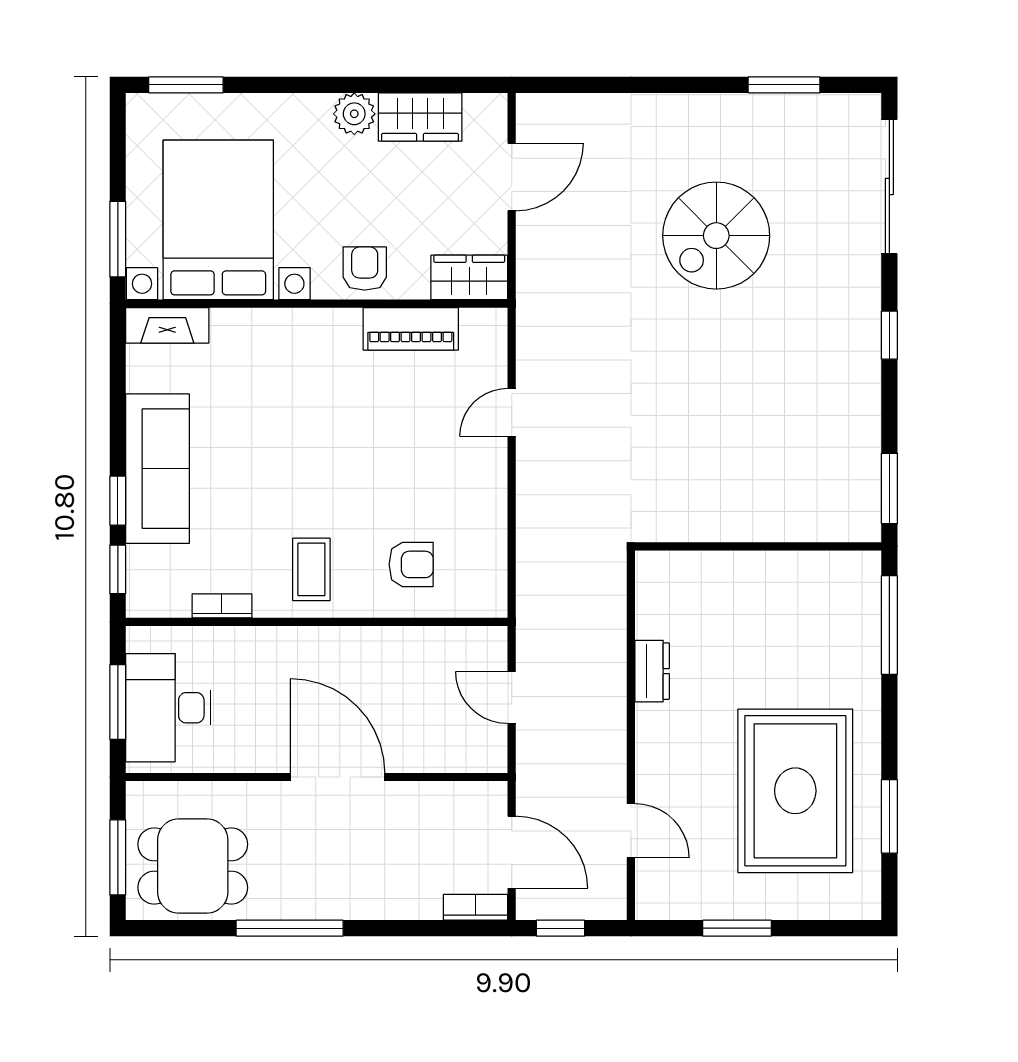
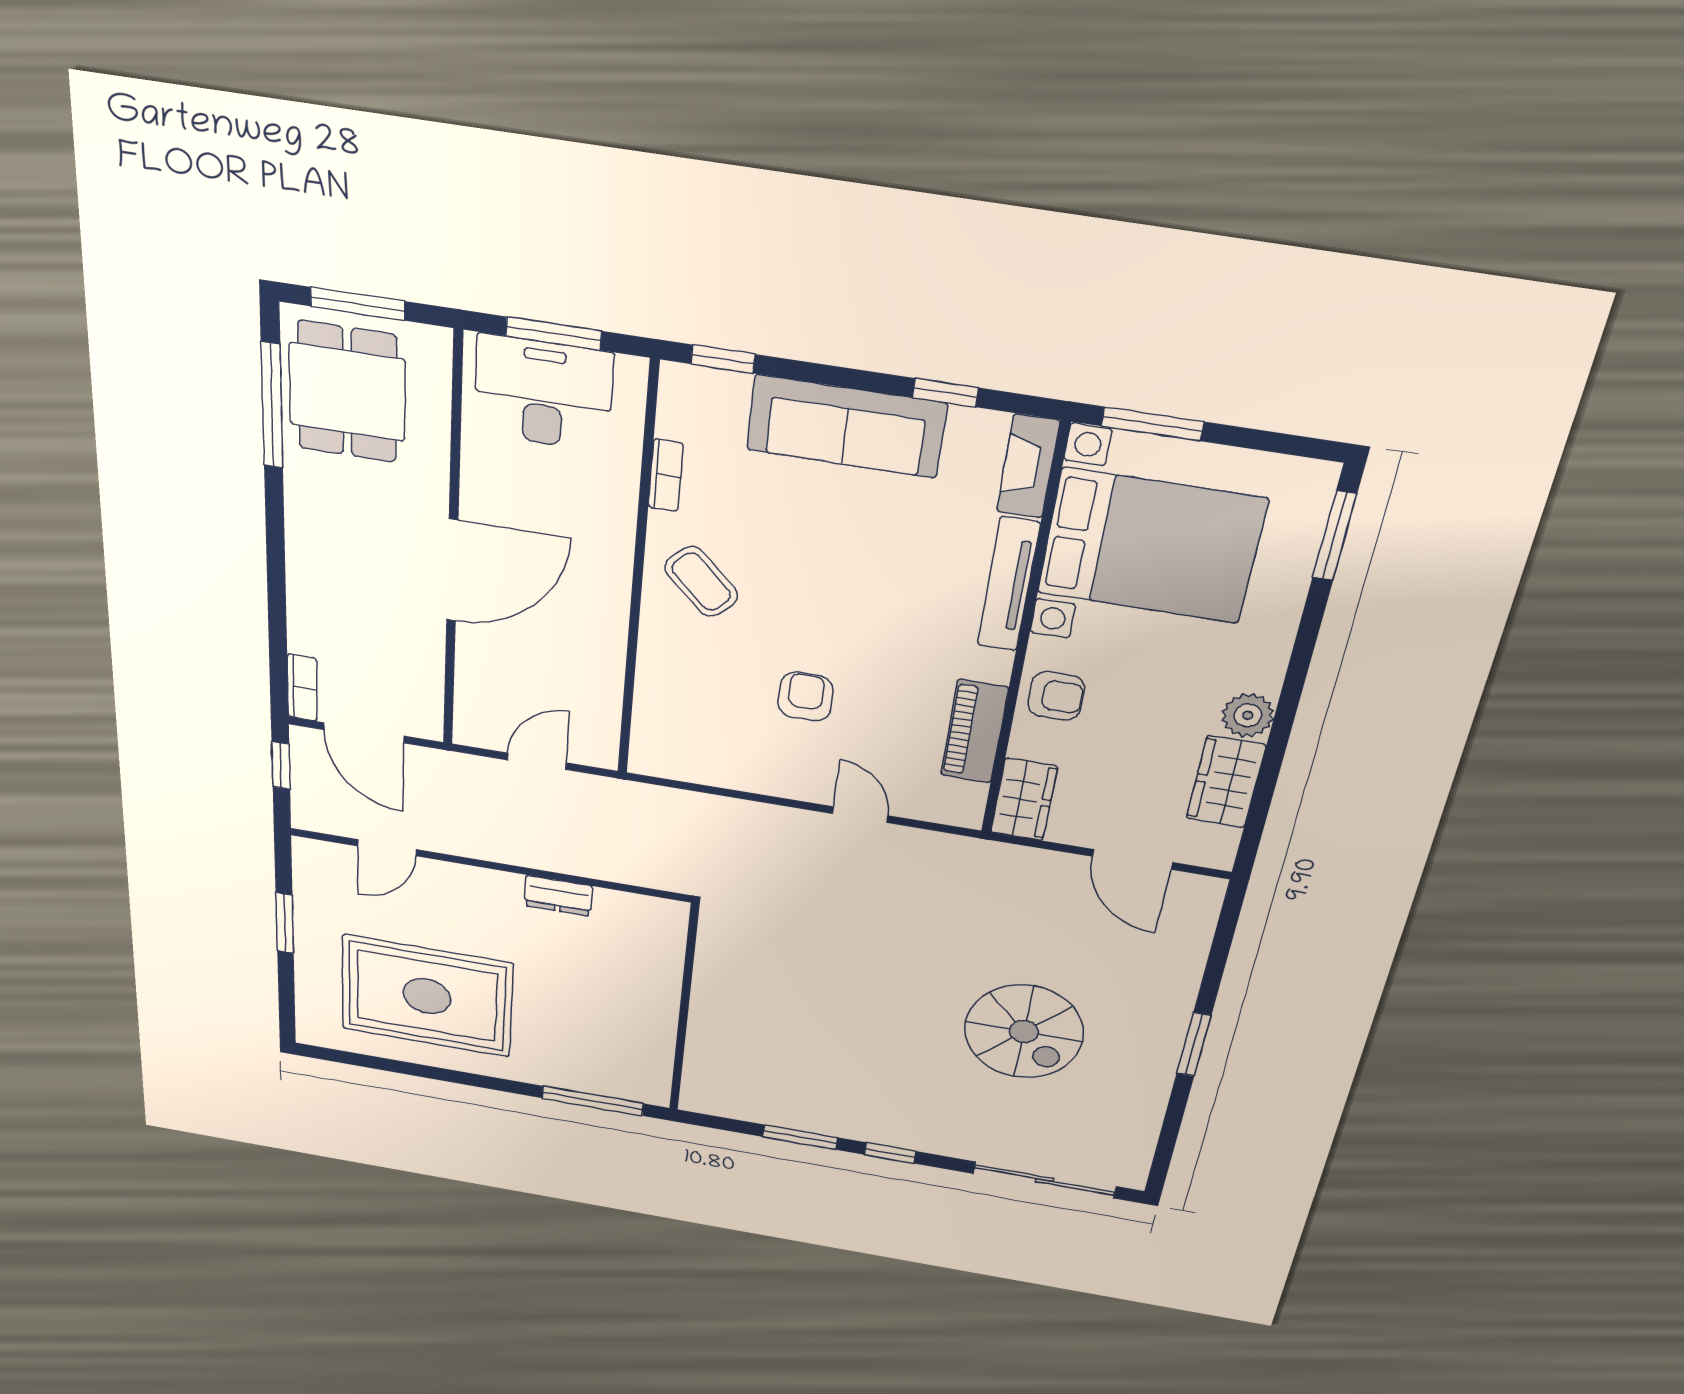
window: (784, 85) -> (1194, 1044), moved
spiral stairs: (716, 236) -> (1024, 1032), turned 180
tv unit: (270, 323) -> (1009, 584), added
window: (889, 488) -> (800, 1137), moved
window: (118, 501) -> (945, 393), moved
armchair: (411, 564) -> (806, 697), moved, turned 180
coffee table: (311, 569) -> (701, 582), turned 45
window: (889, 816) -> (400, 1067), removed
door: (512, 852) -> (364, 733), hinge flipped
window: (290, 928) -> (272, 406), moved

